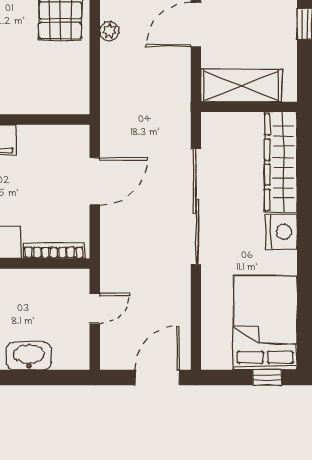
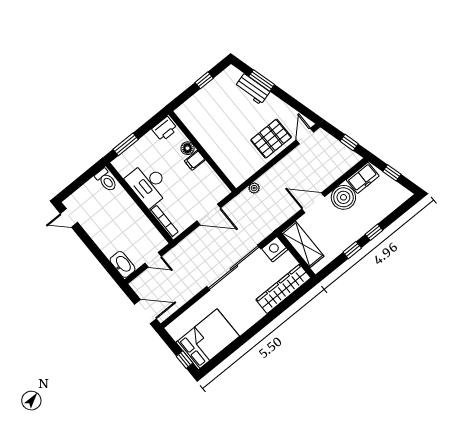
plant: (109, 31) -> (254, 188), moved
nightstand: (281, 232) -> (275, 249), moved, turned 180
washbasin: (29, 356) -> (123, 264), moved

